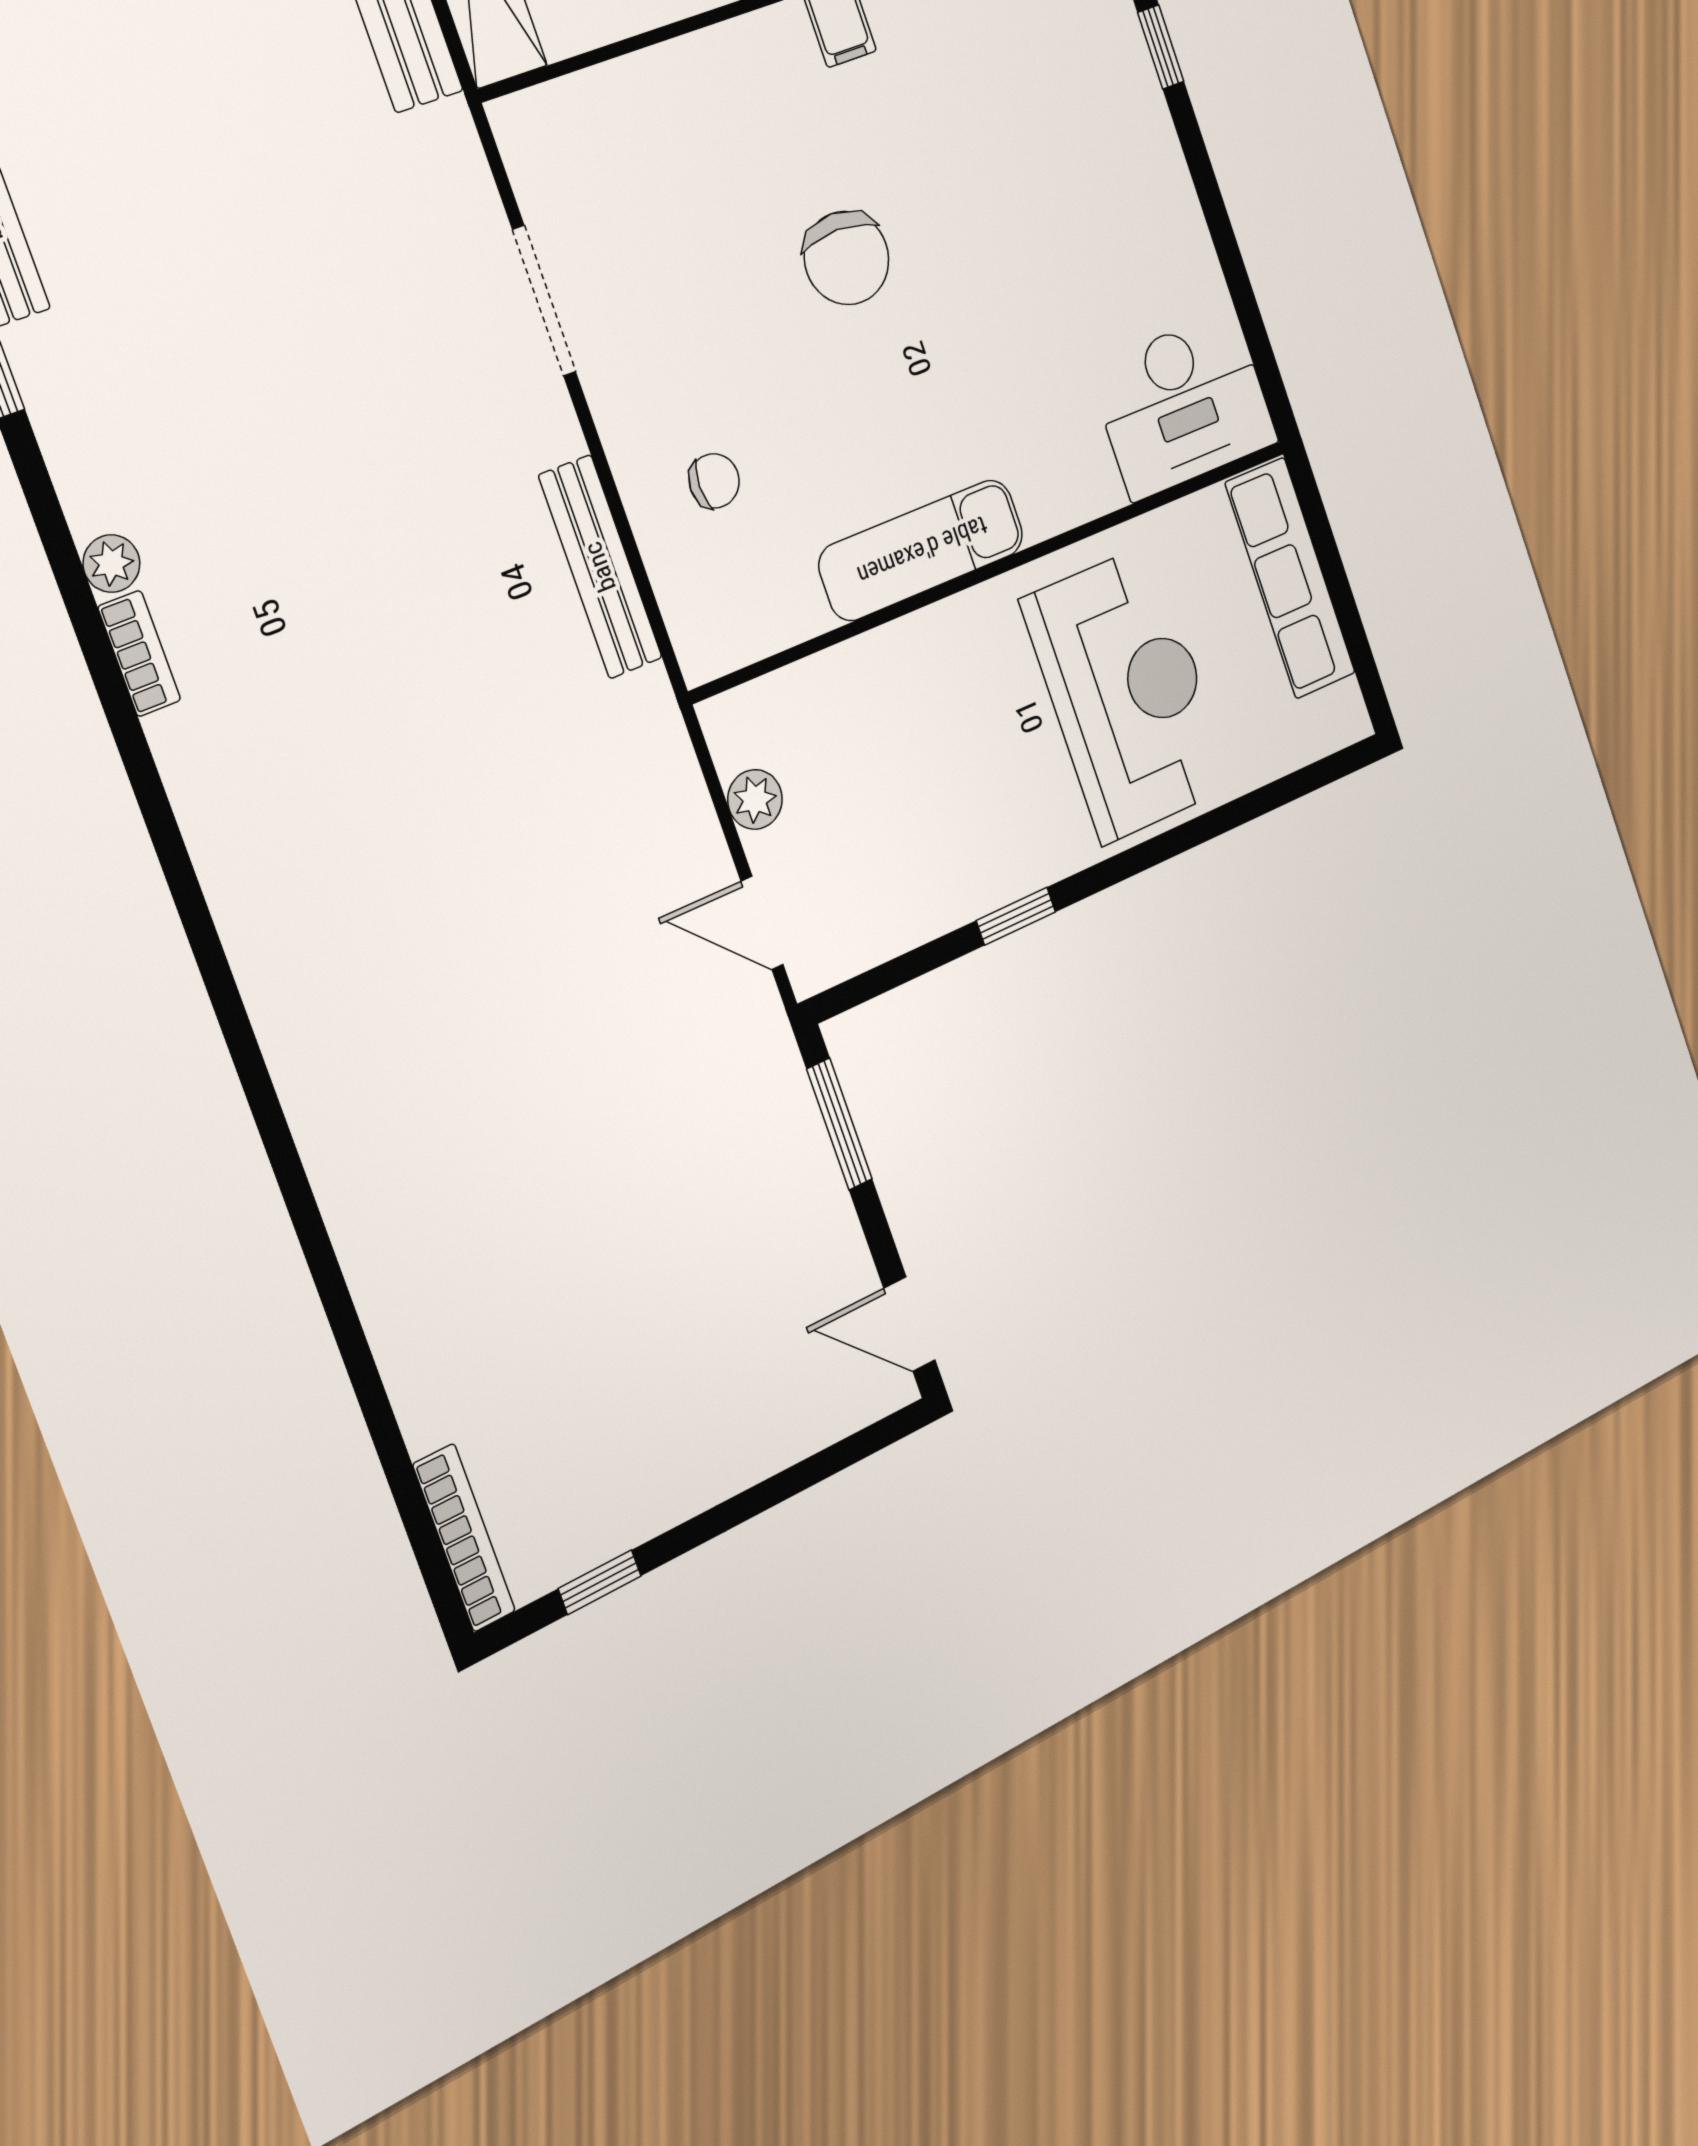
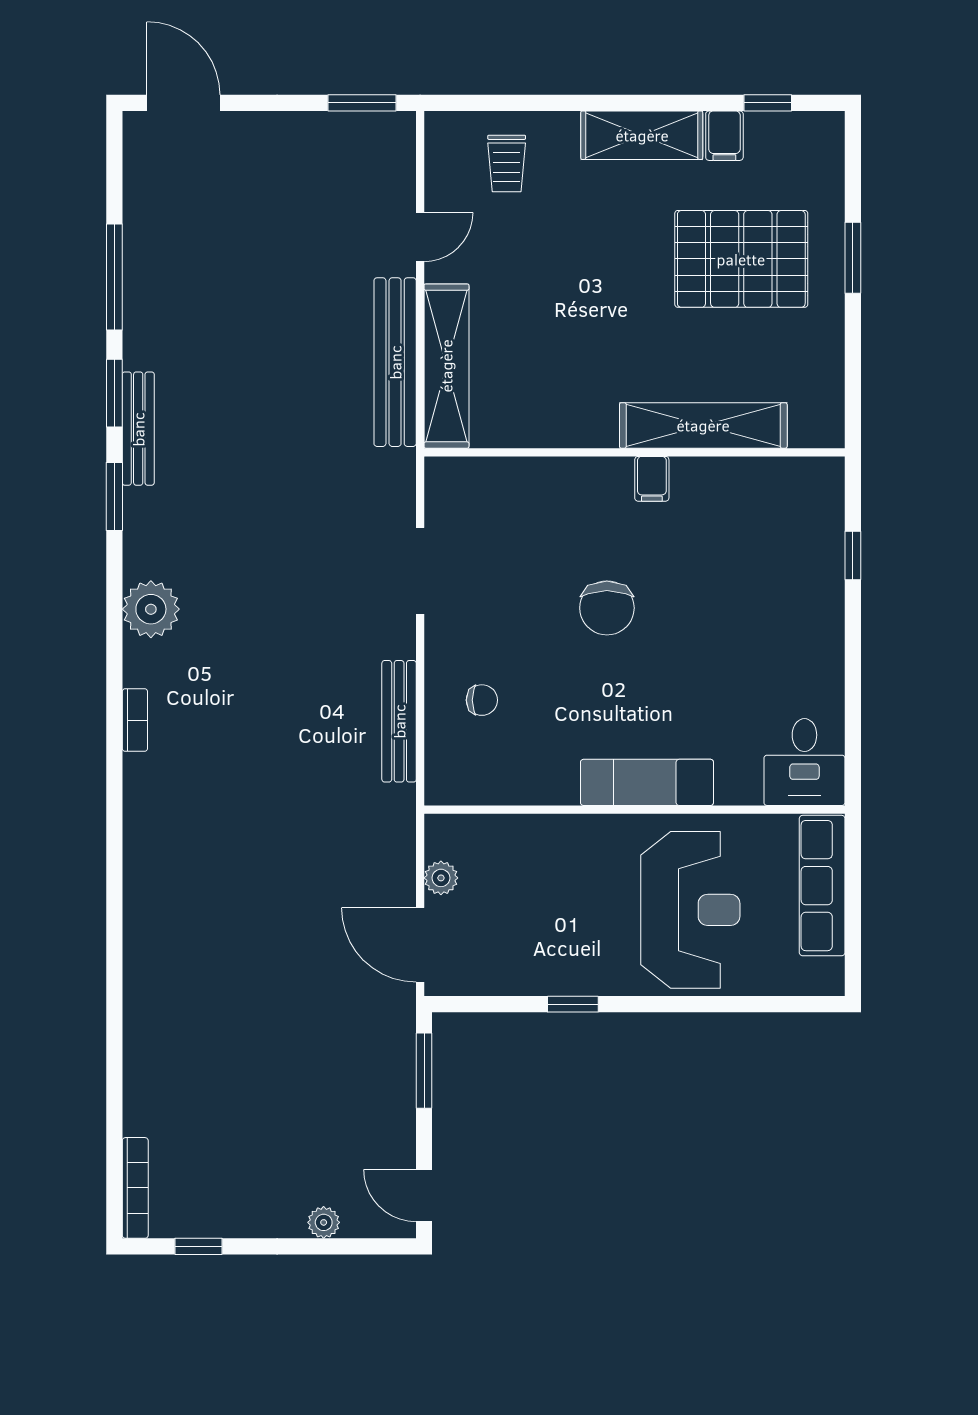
desk: (1183, 405) -> (804, 762), width x0.73
exam couch: (922, 550) -> (647, 782), moved
plant: (111, 564) -> (151, 609), width x1.88, depth x1.88
bookcase: (139, 653) -> (135, 720), moved
door: (762, 923) -> (420, 945), width x1.38
plant: (777, 1443) -> (324, 1222), added

